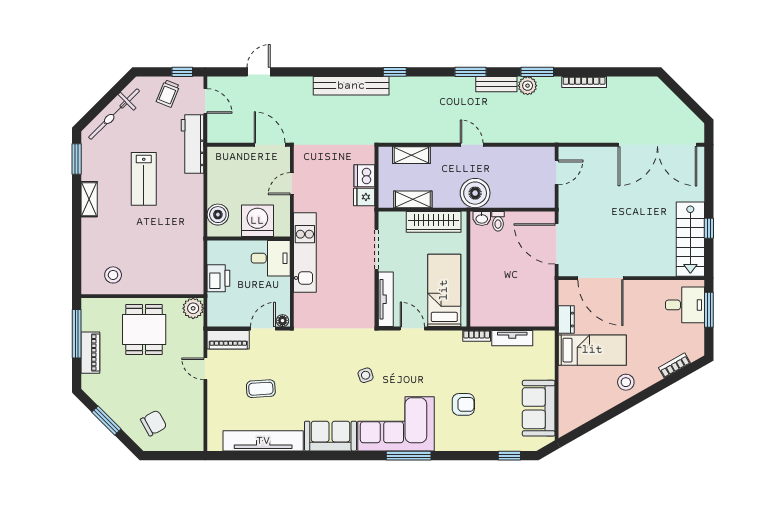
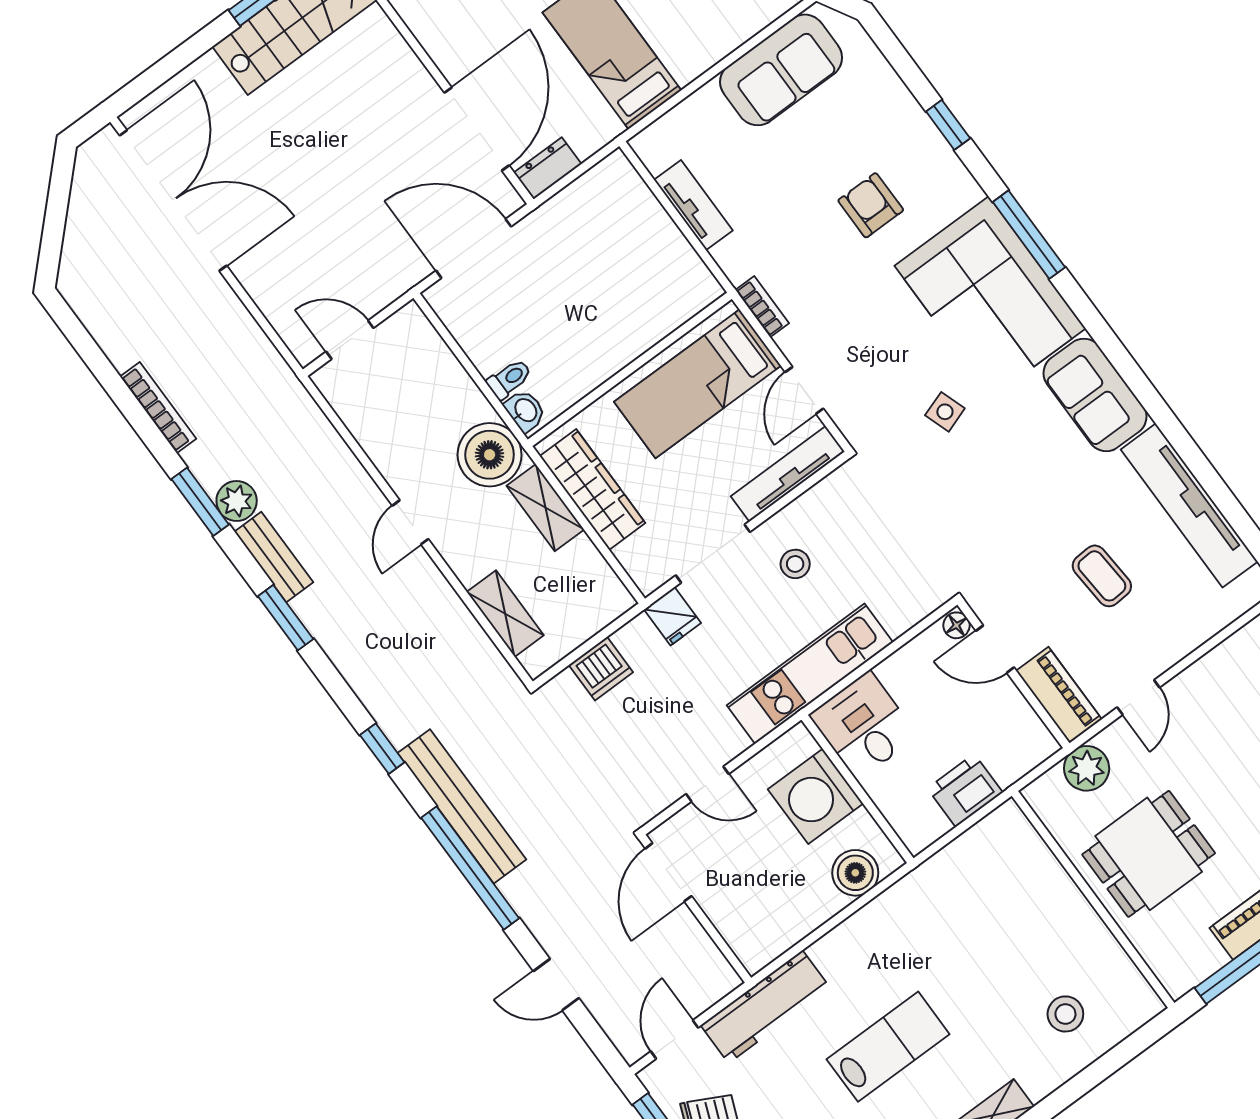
window: (326, 72) -> (470, 868), added
fridge: (364, 197) -> (672, 616), moved
shelving: (413, 199) -> (545, 508), moved
door: (557, 244) -> (474, 249), swing flipped
stool: (113, 275) -> (1065, 1014), moved
stool: (350, 277) -> (795, 564), added
plant: (193, 308) -> (1087, 768), moved
dresser: (566, 320) -> (548, 168), moved
bookcase: (477, 336) -> (762, 307), moved
window: (509, 456) -> (948, 125), moved

